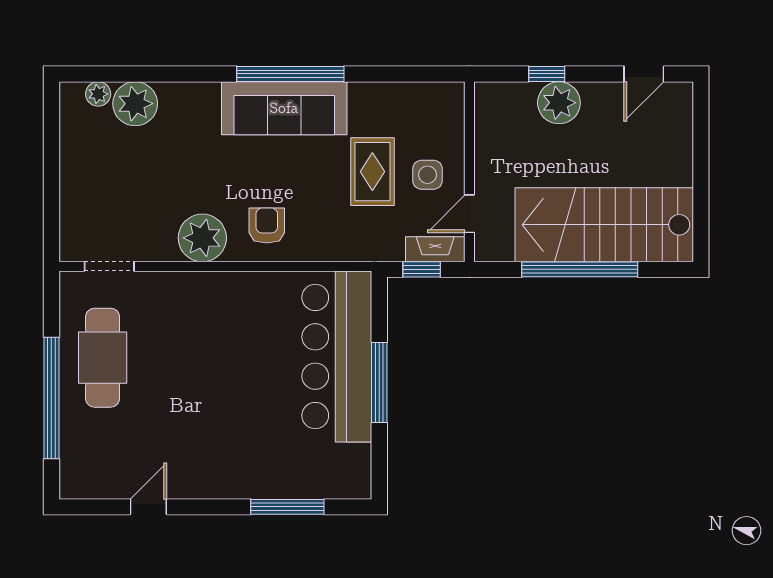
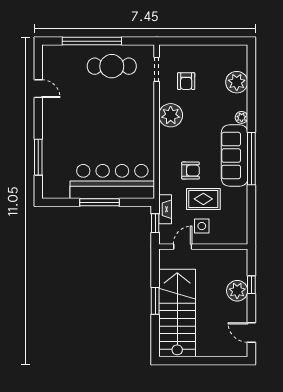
plant: (98, 94) -> (242, 117), moved
armchair: (133, 206) -> (186, 81), added
door: (469, 214) -> (183, 247), hinge flipped
armchair: (267, 225) -> (191, 171), moved
fireplace: (435, 249) -> (165, 209), moved
window: (580, 269) -> (155, 301), width x0.47

